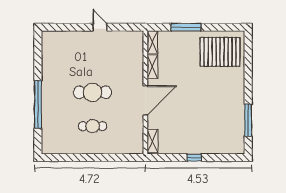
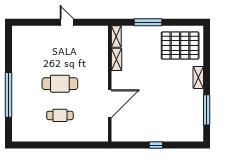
door: (145, 100) -> (110, 104), moved
shelving: (152, 141) -> (198, 77), moved

